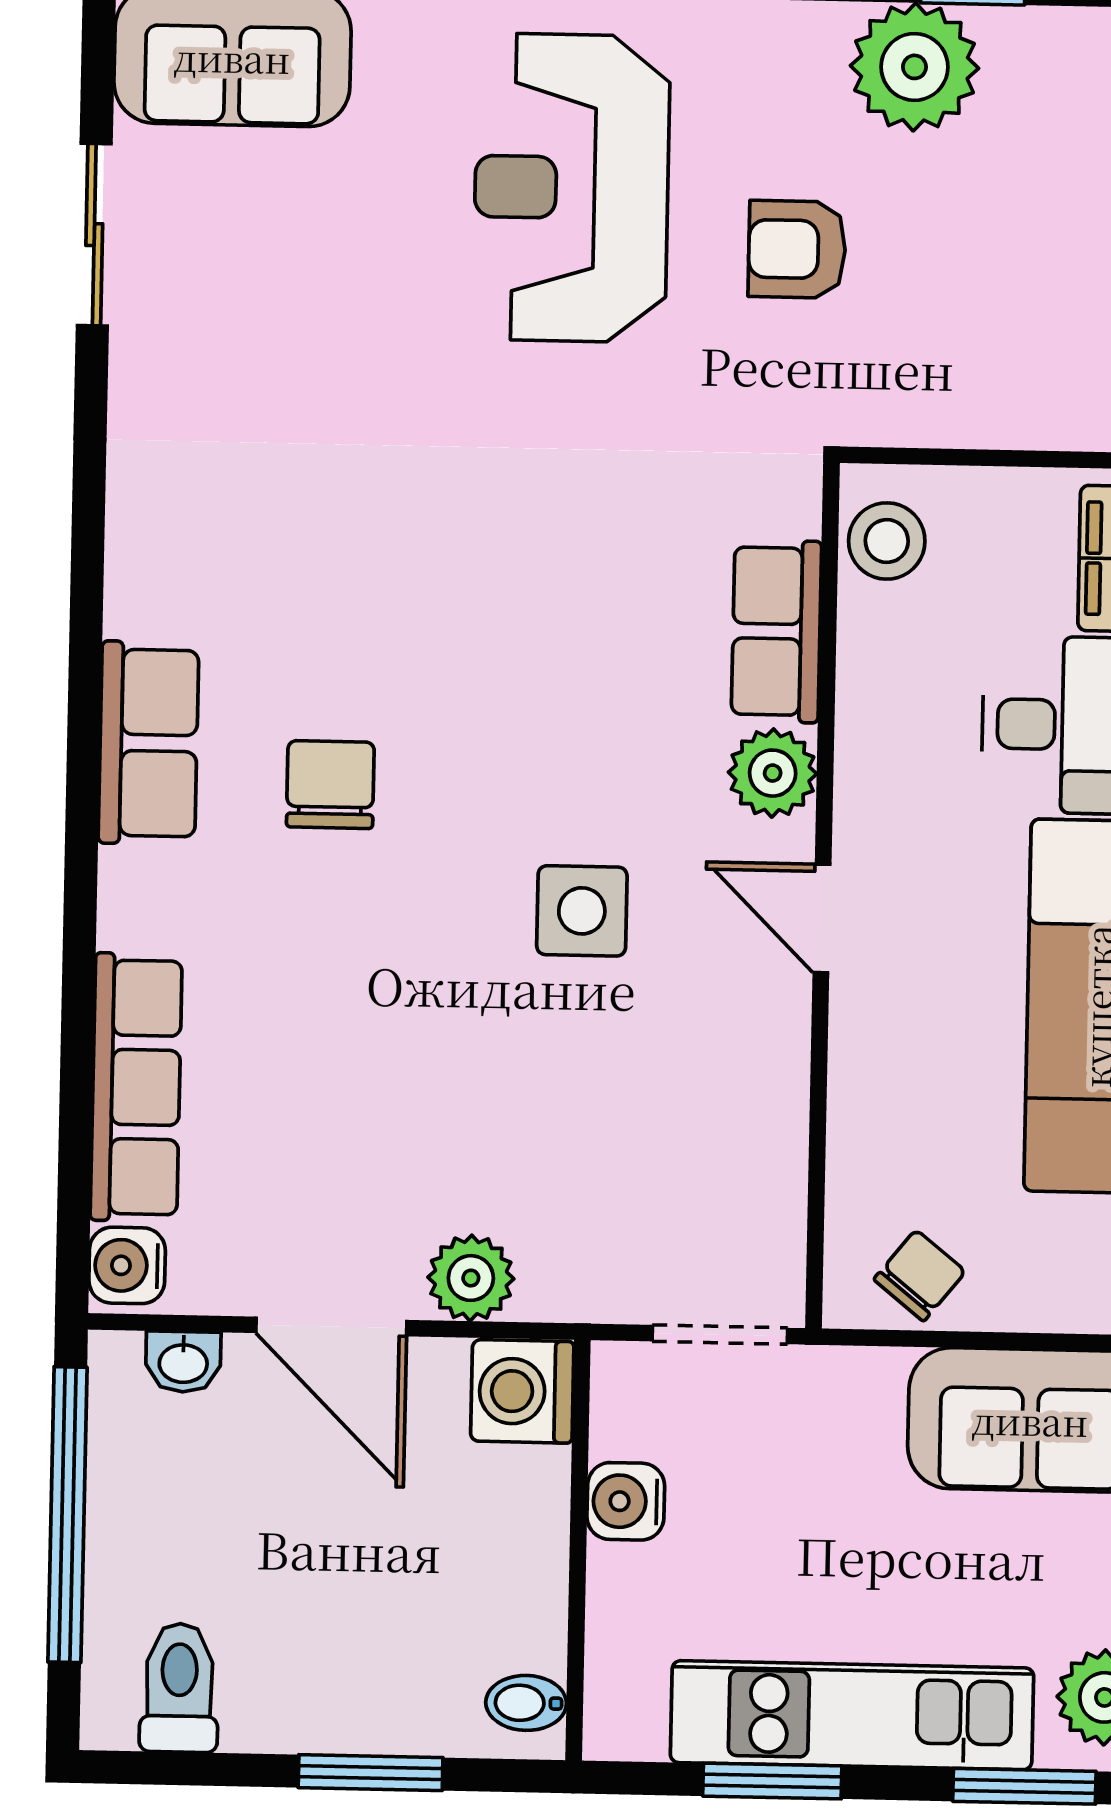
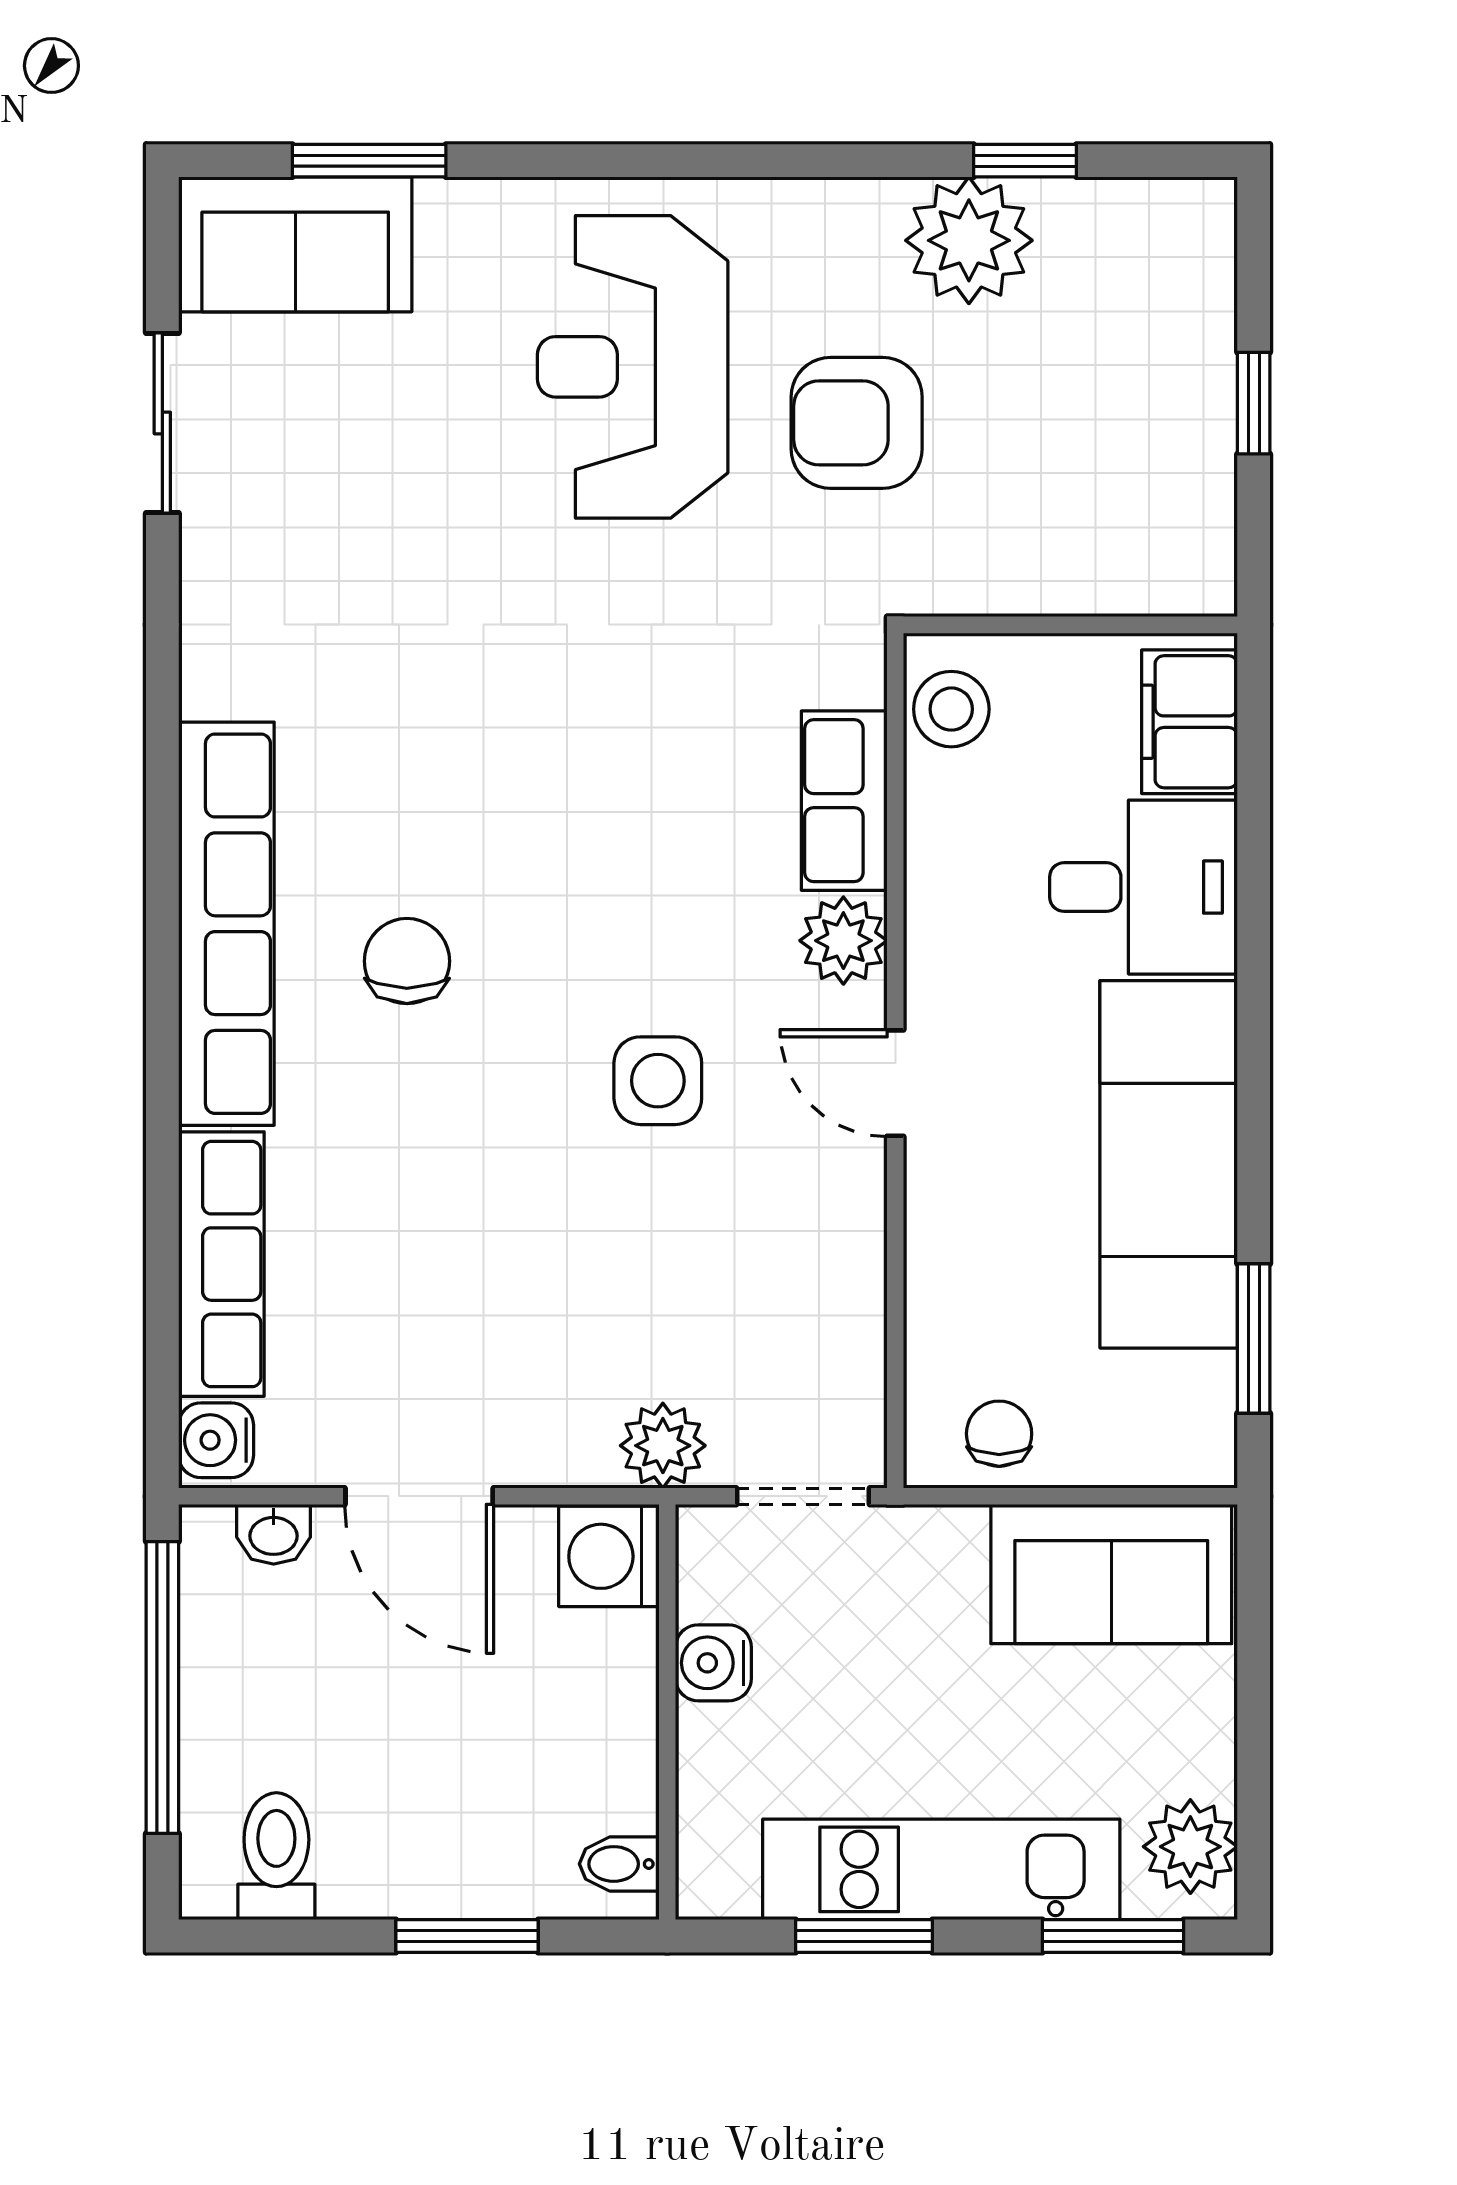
armchair: (797, 249) -> (857, 423), width x1.38, depth x1.38
row of seats: (148, 743) -> (226, 924), width x2.02
chair: (920, 1275) -> (999, 1434), turned -39
plant: (471, 1278) -> (663, 1446), moved

